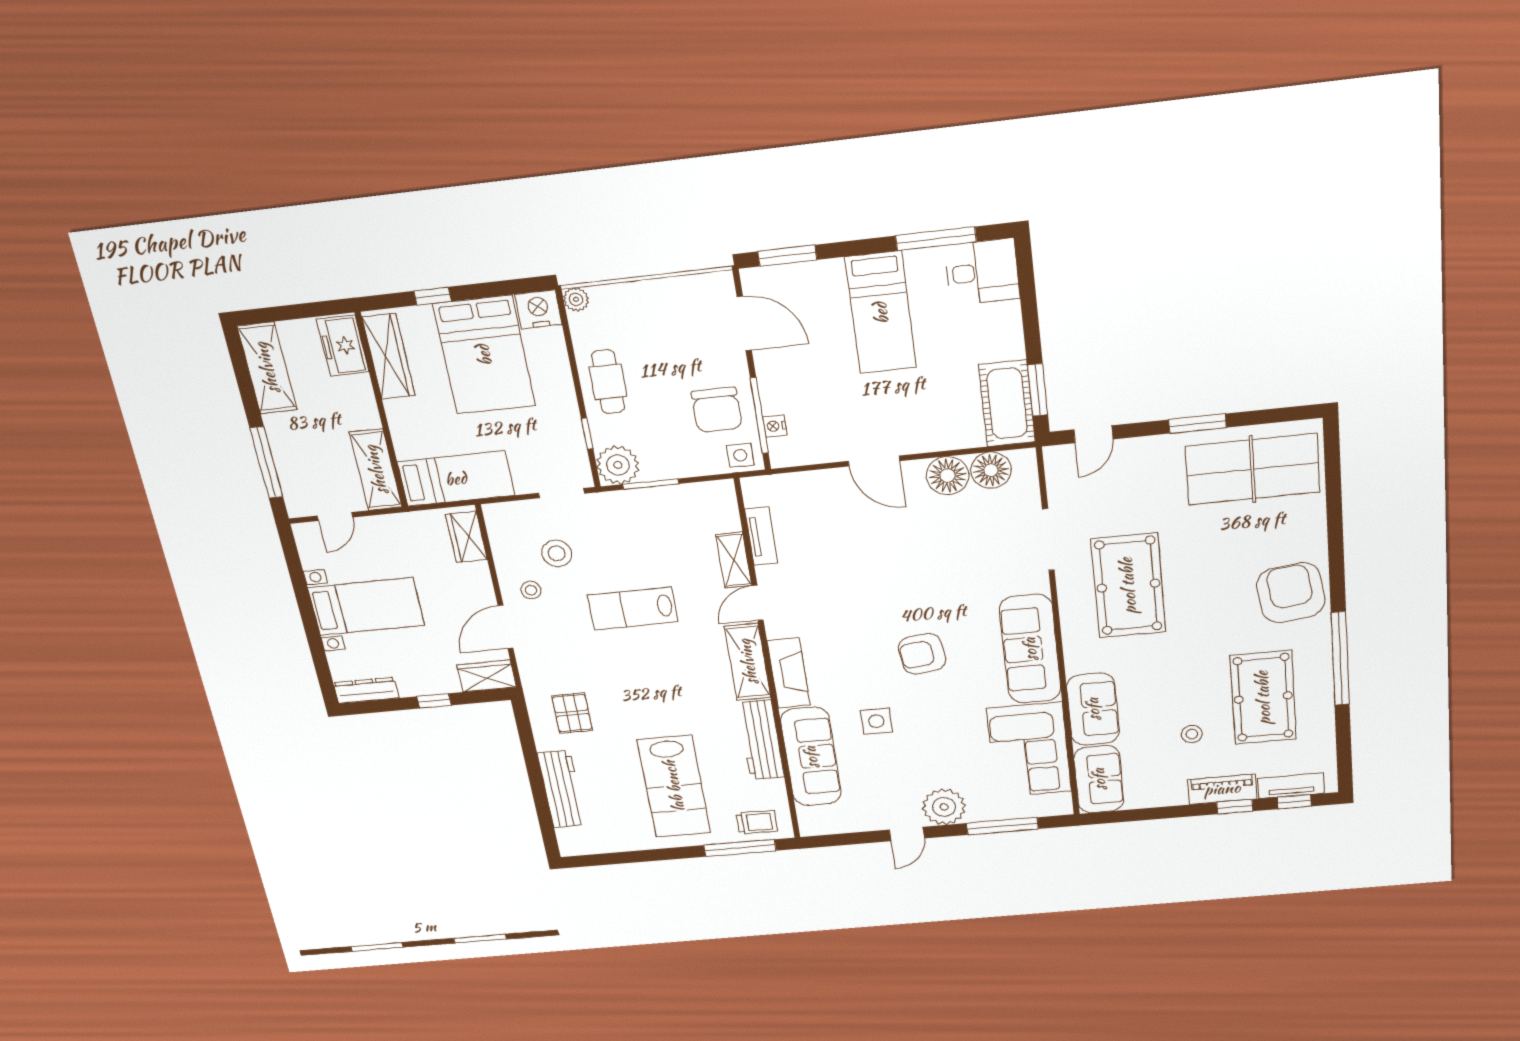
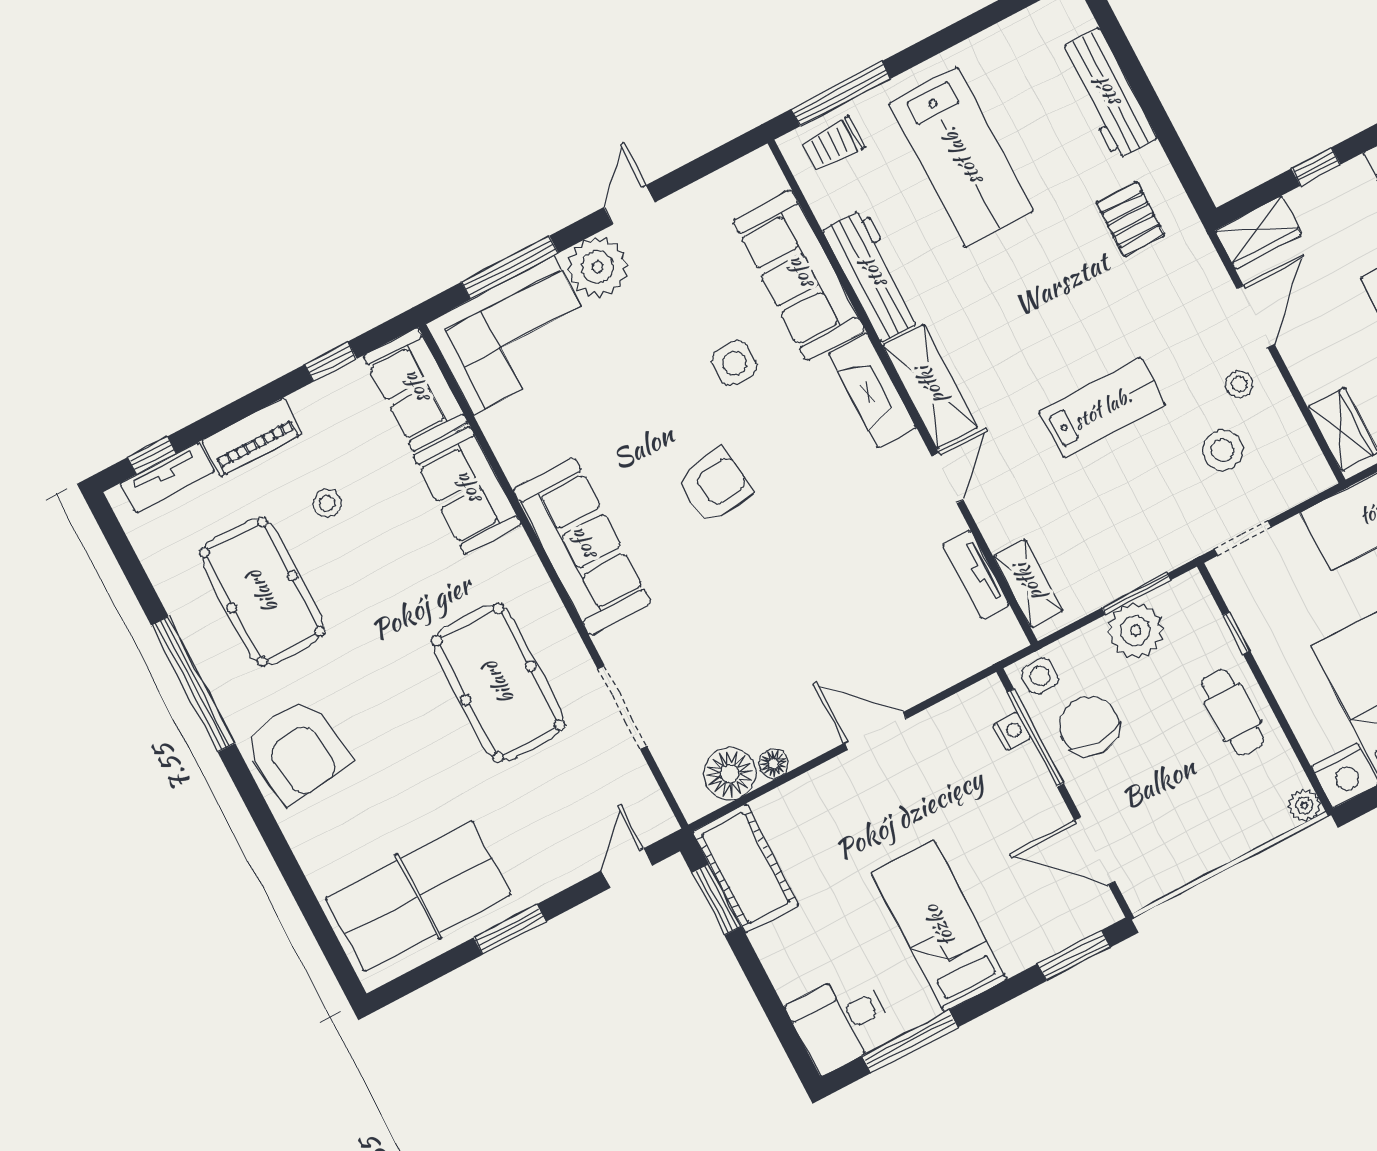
plant: (618, 465) -> (1135, 631), moved
floor lamp: (948, 476) -> (774, 764), width x0.53, depth x0.53
shelving: (734, 560) -> (1028, 583), moved
corner sofa: (1029, 750) -> (513, 335), moved, turned 90
lab bench: (674, 786) -> (961, 157), turned 180
window: (1235, 807) -> (331, 362), moved

